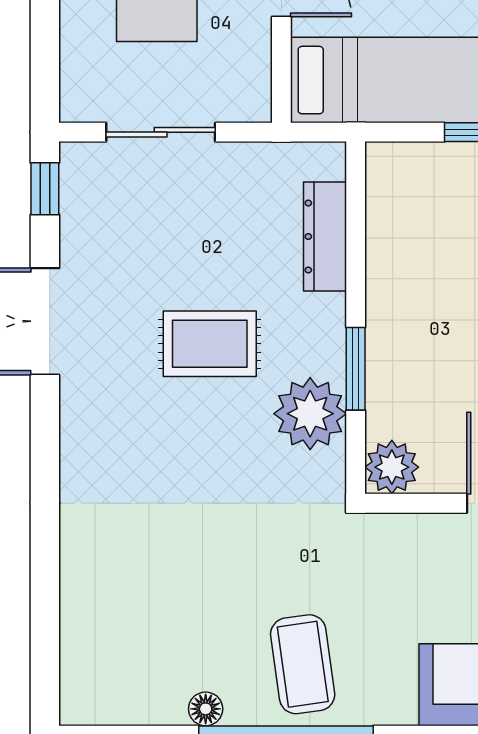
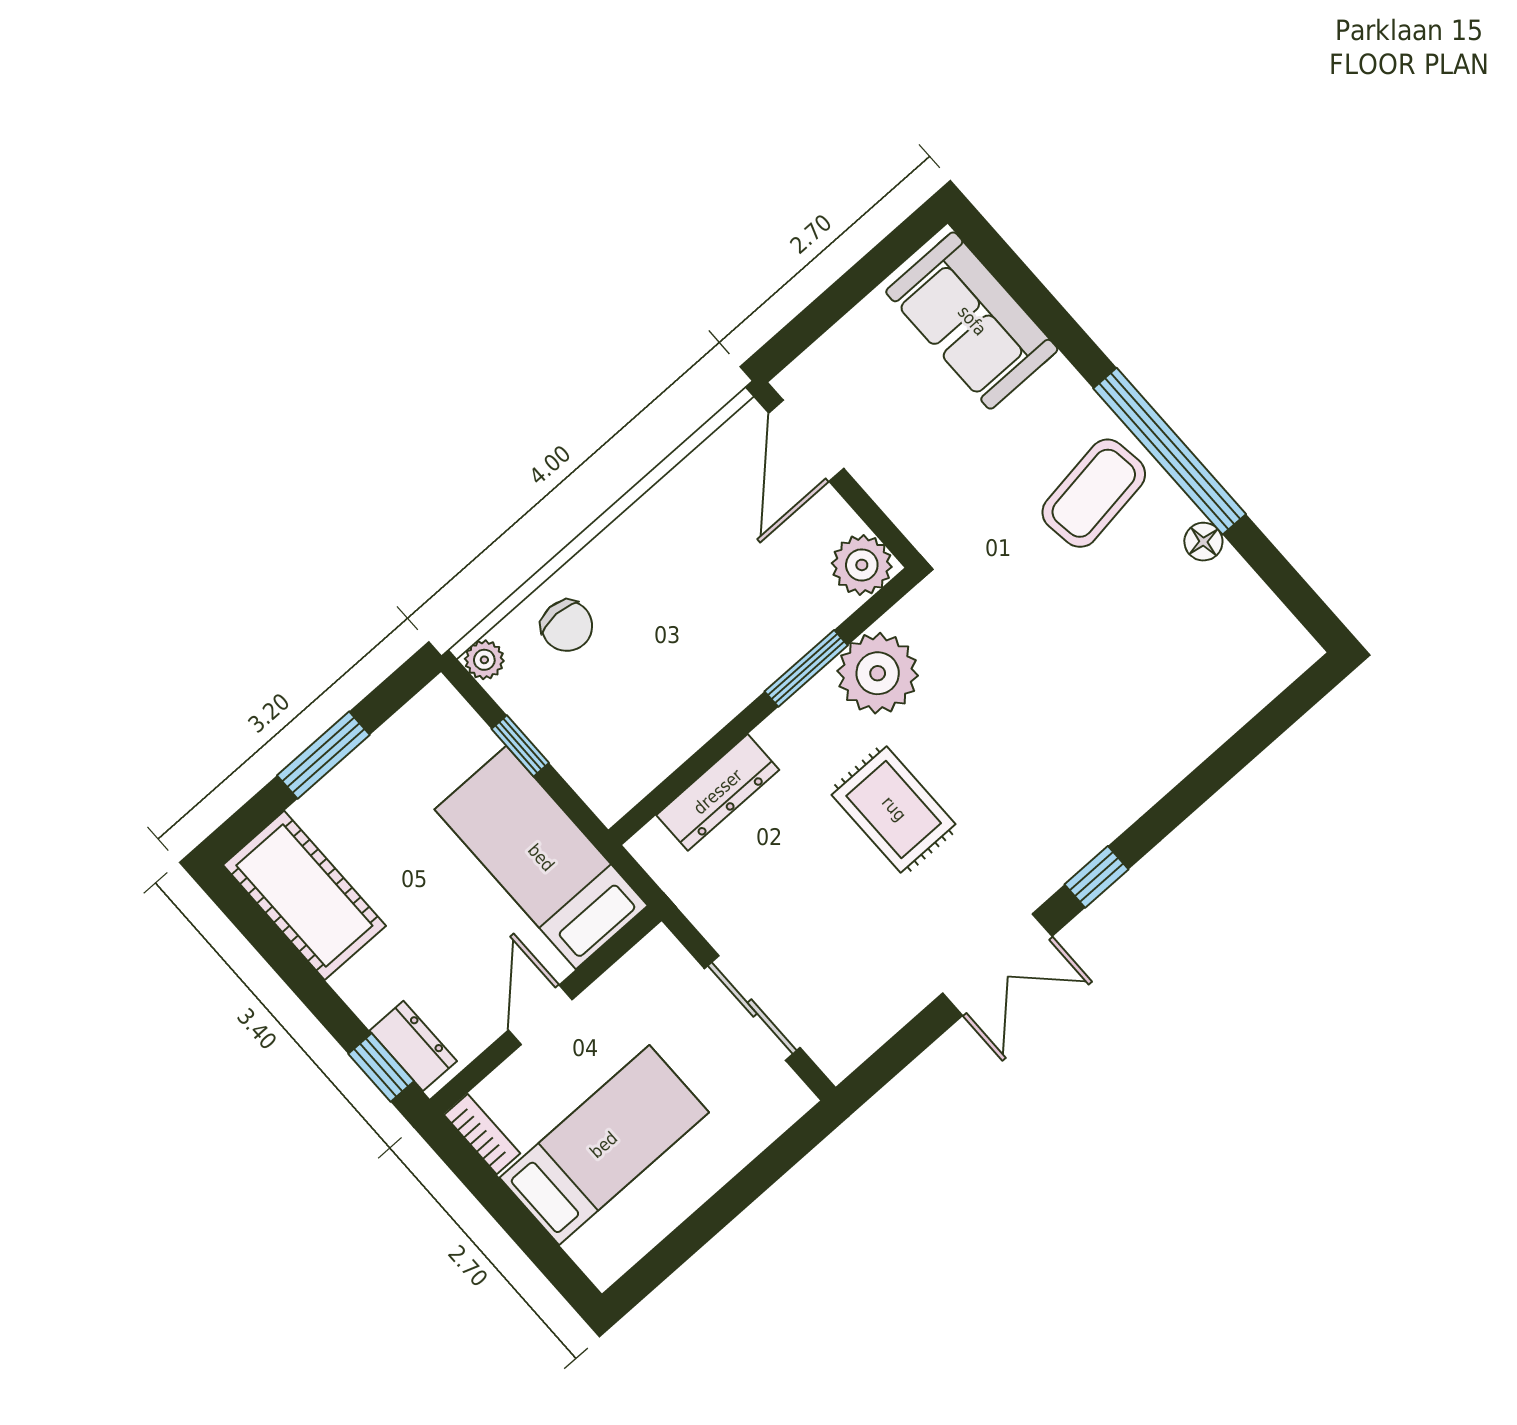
window: (45, 189) -> (1097, 877), moved

